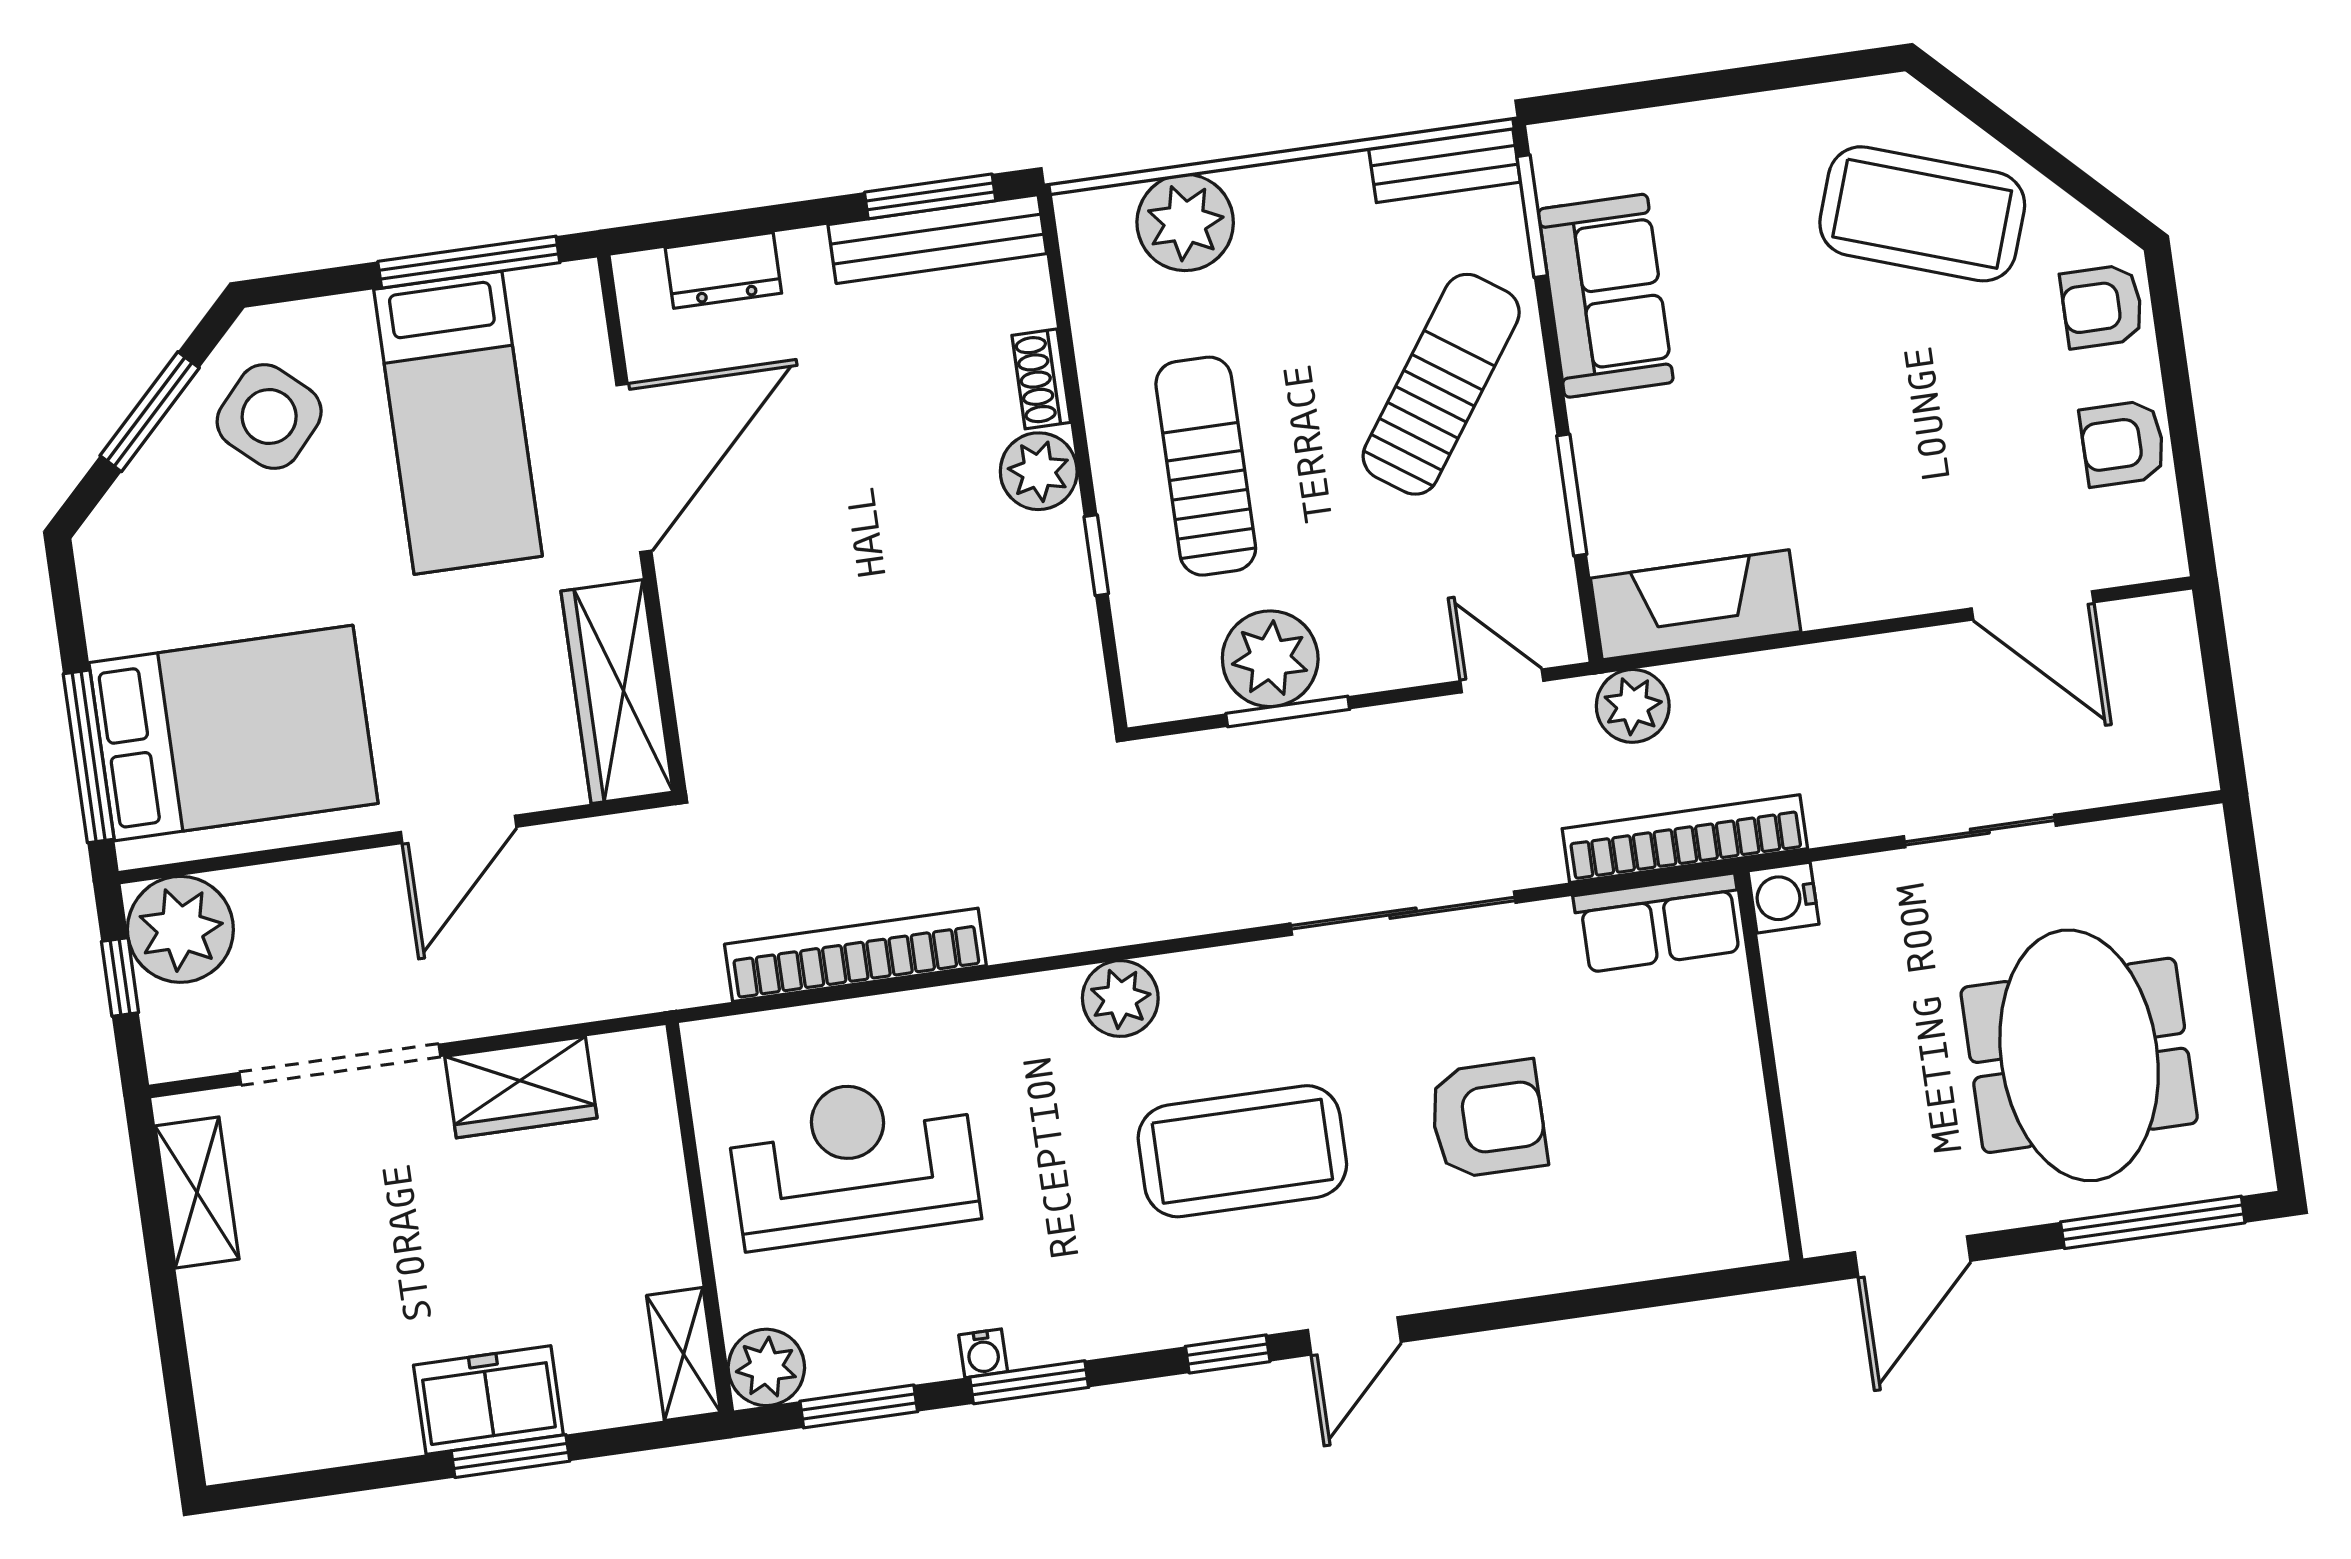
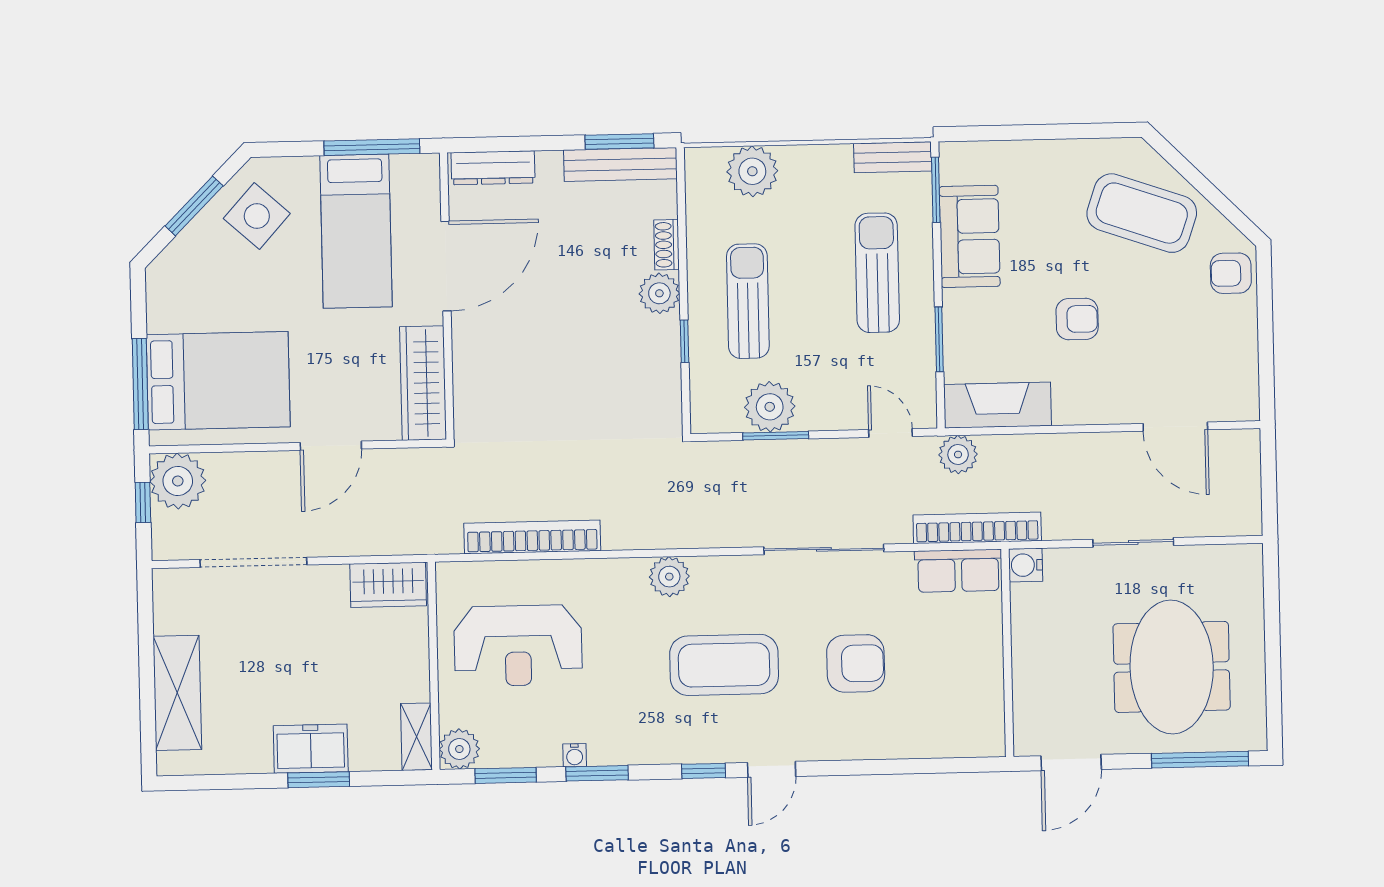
dresser: (723, 270) -> (493, 168), width x1.44
sun lounger: (1441, 384) -> (877, 273), turned -35
armchair: (2123, 443) -> (1077, 319), moved, turned 180
wardrobe: (521, 1087) -> (388, 585), moved
reception desk: (853, 1161) -> (518, 646), turned 180
shelving: (197, 1193) -> (177, 693), moved, width x1.50, depth x1.33

